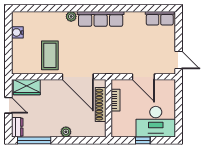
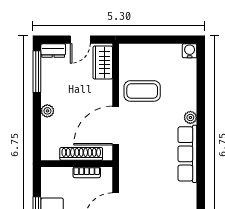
water cooler: (17, 32) -> (190, 51), moved

